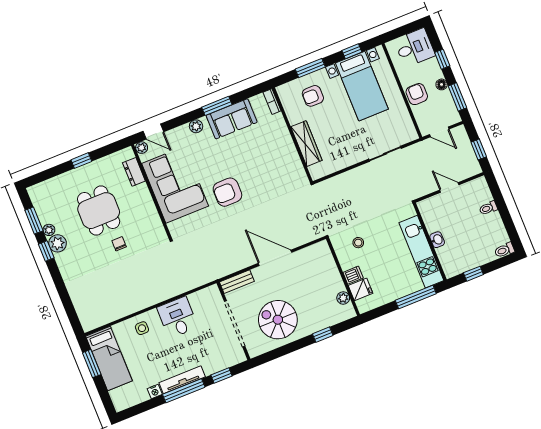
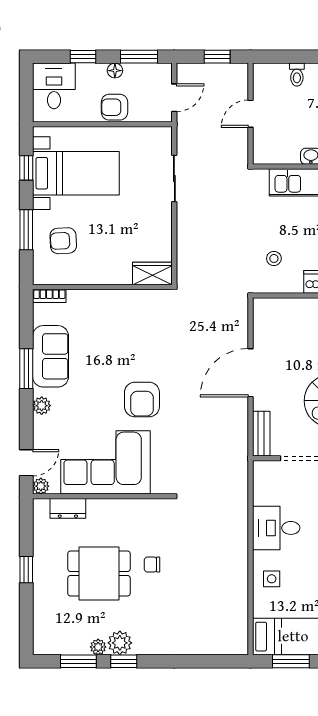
armchair: (313, 96) -> (63, 241), turned 87
wardrobe: (306, 144) -> (152, 274), moved, width x0.67

